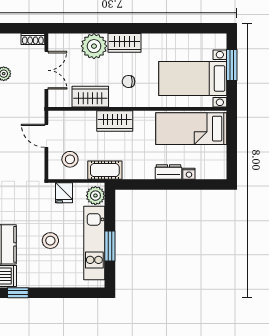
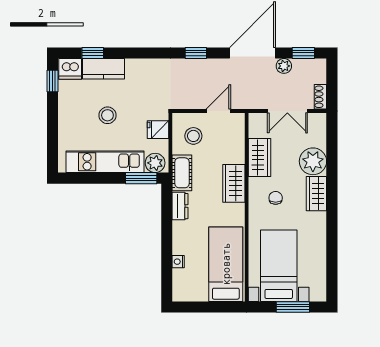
dresser: (168, 172) -> (180, 206), moved
window: (110, 246) -> (141, 178), moved

